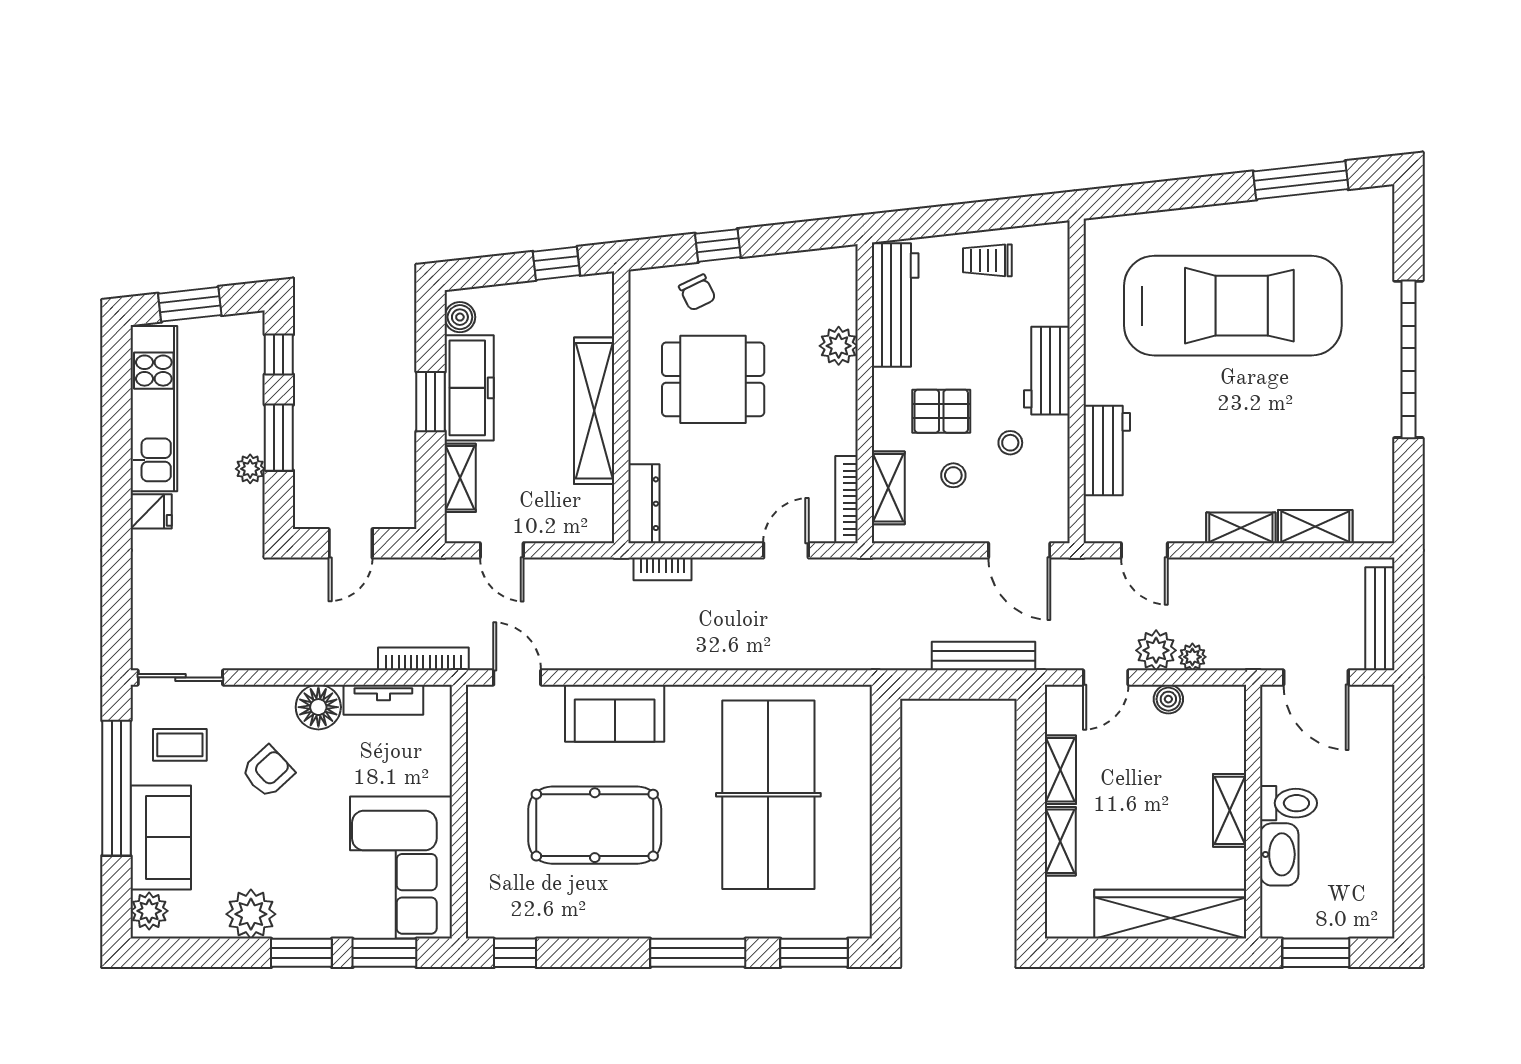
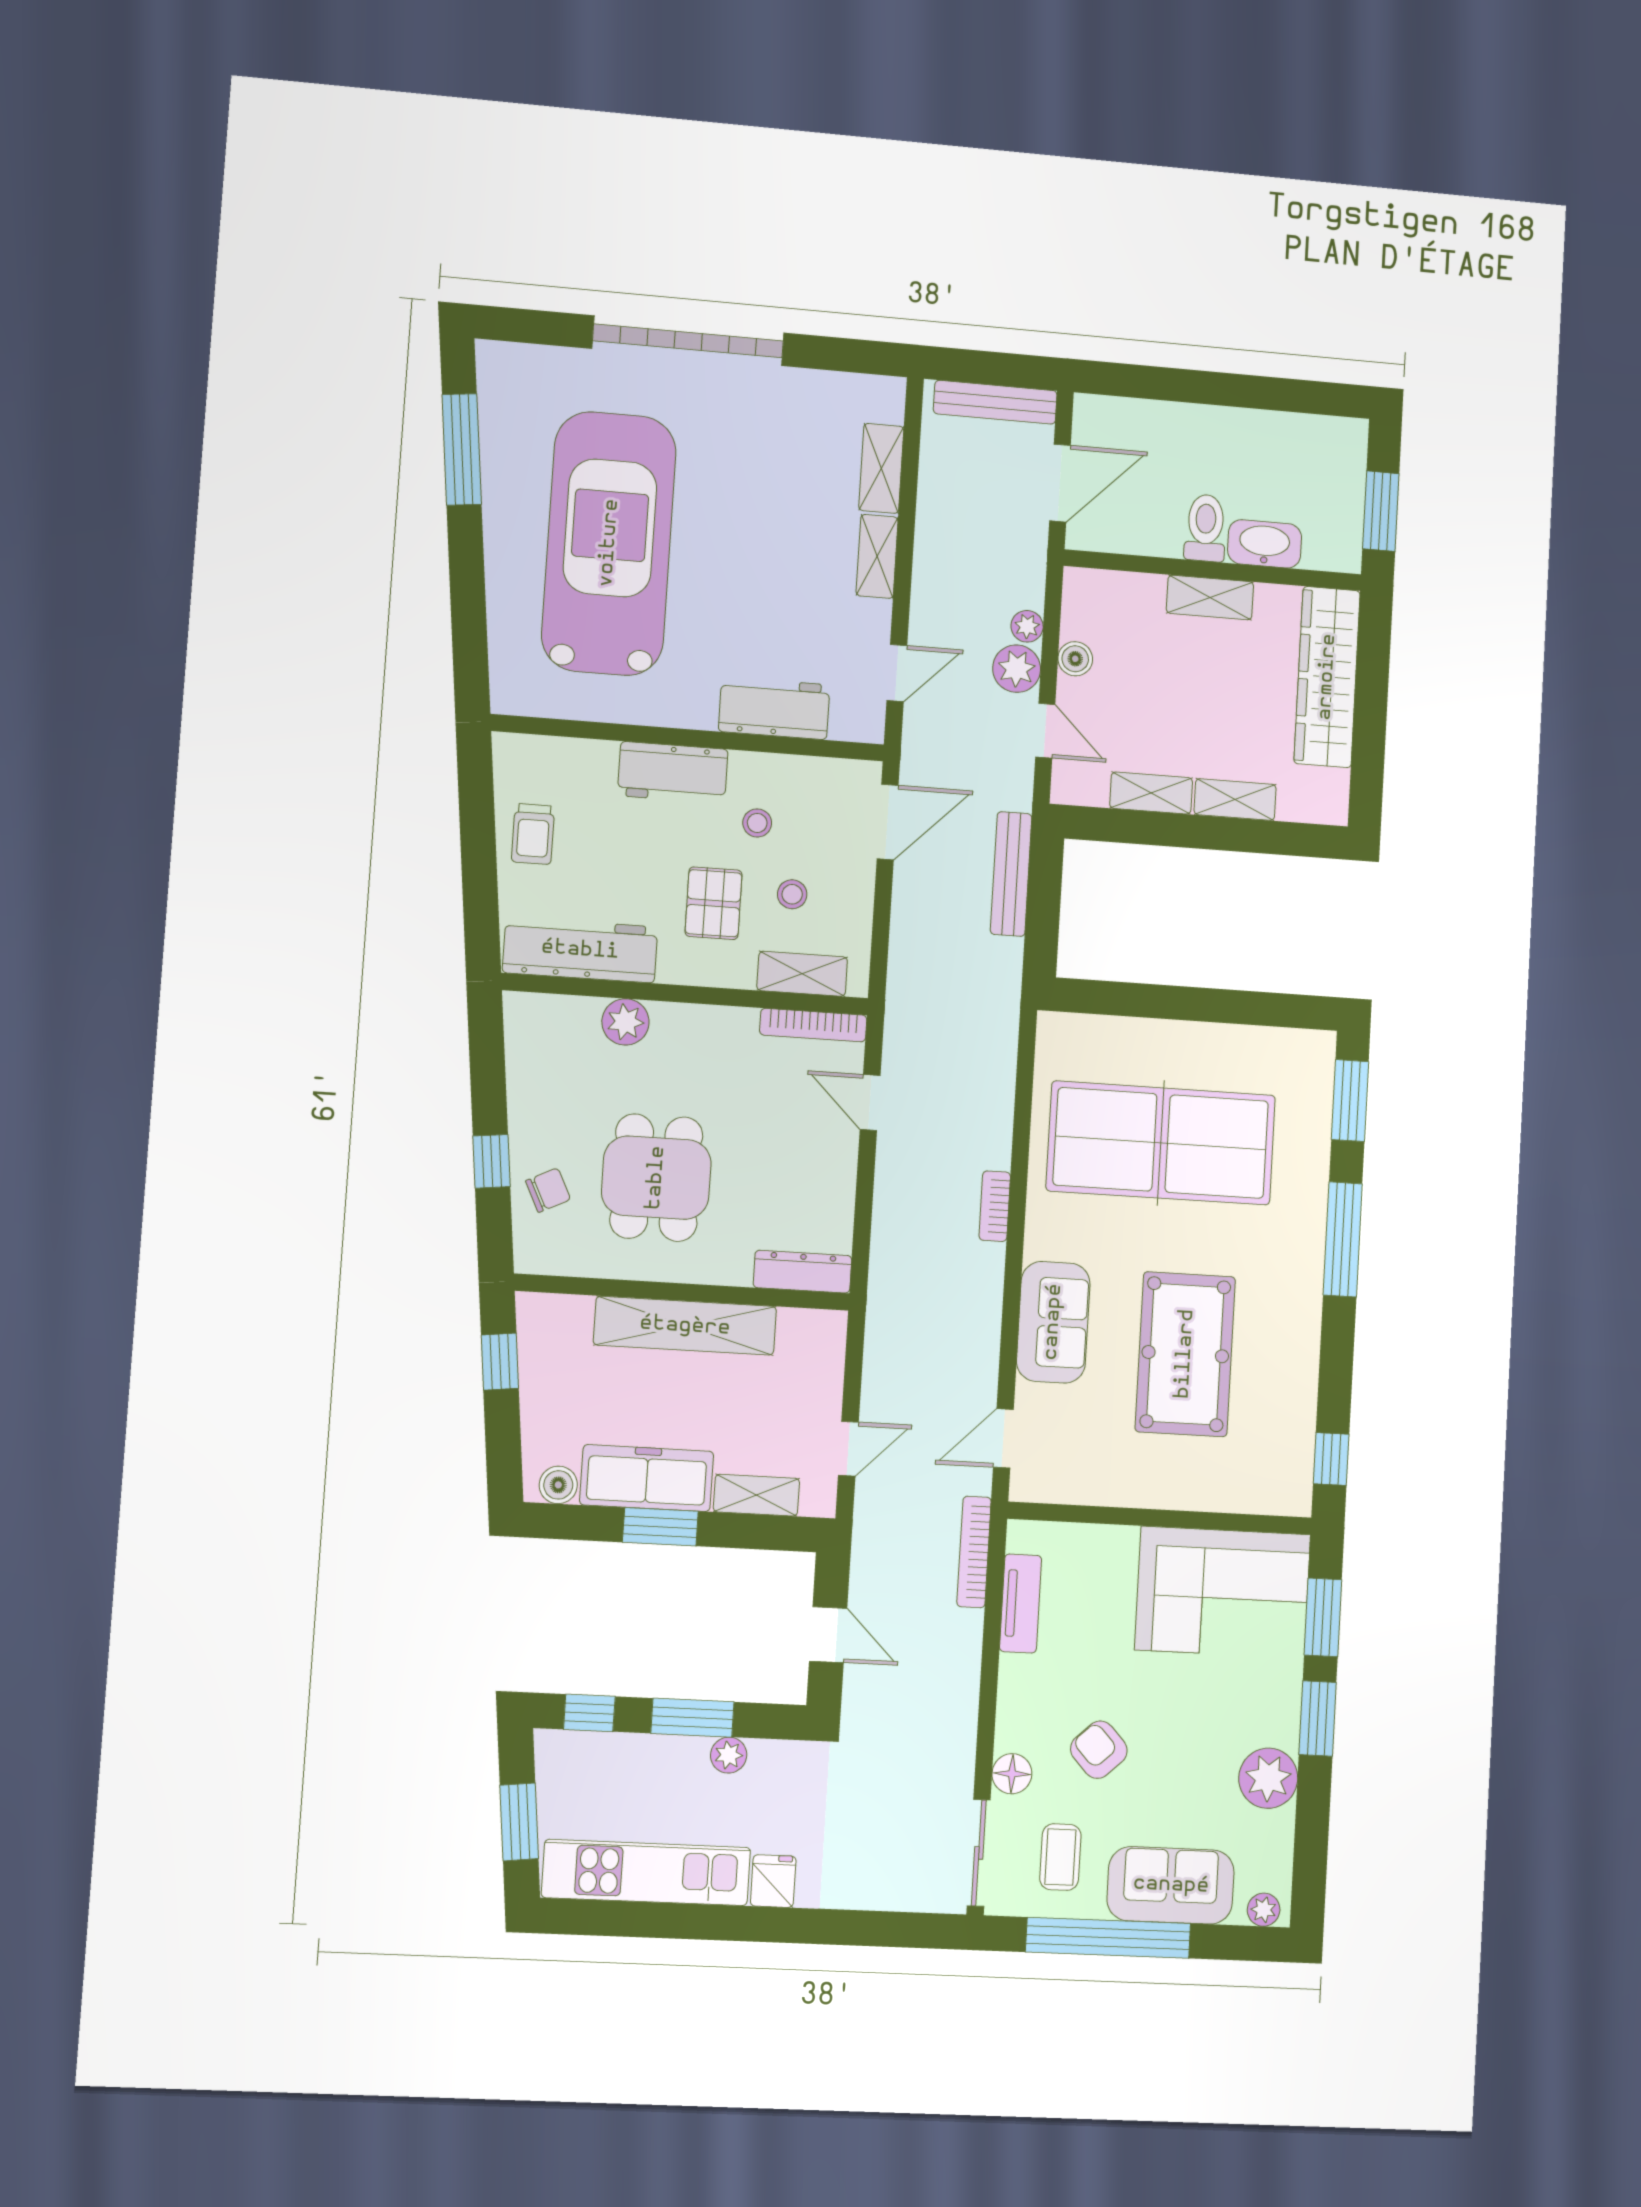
bookcase: (662, 569) -> (995, 1206), moved, turned 180
floor lamp: (318, 707) -> (1012, 1774), moved, width x0.73, depth x0.73
plant: (149, 911) -> (1264, 1910), width x0.73, depth x0.73

